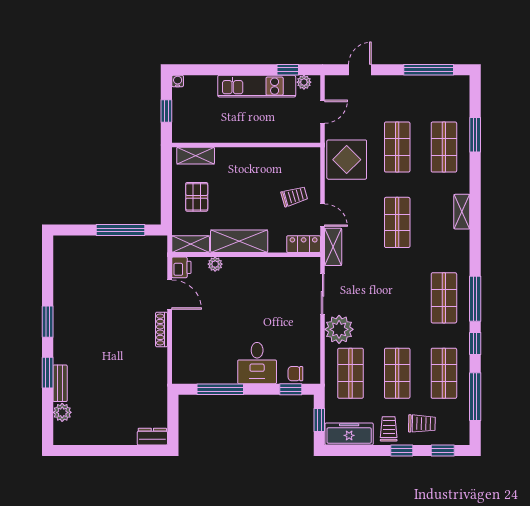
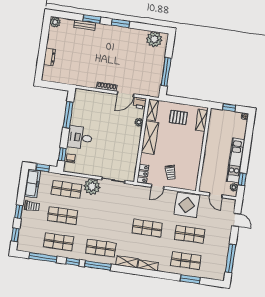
shelving: (333, 247) -> (127, 262), moved
plant: (67, 259) -> (154, 39), added
plant: (62, 412) -> (55, 22), moved
trolley: (422, 424) -> (32, 225), removed
dresser: (152, 437) -> (50, 57), moved

